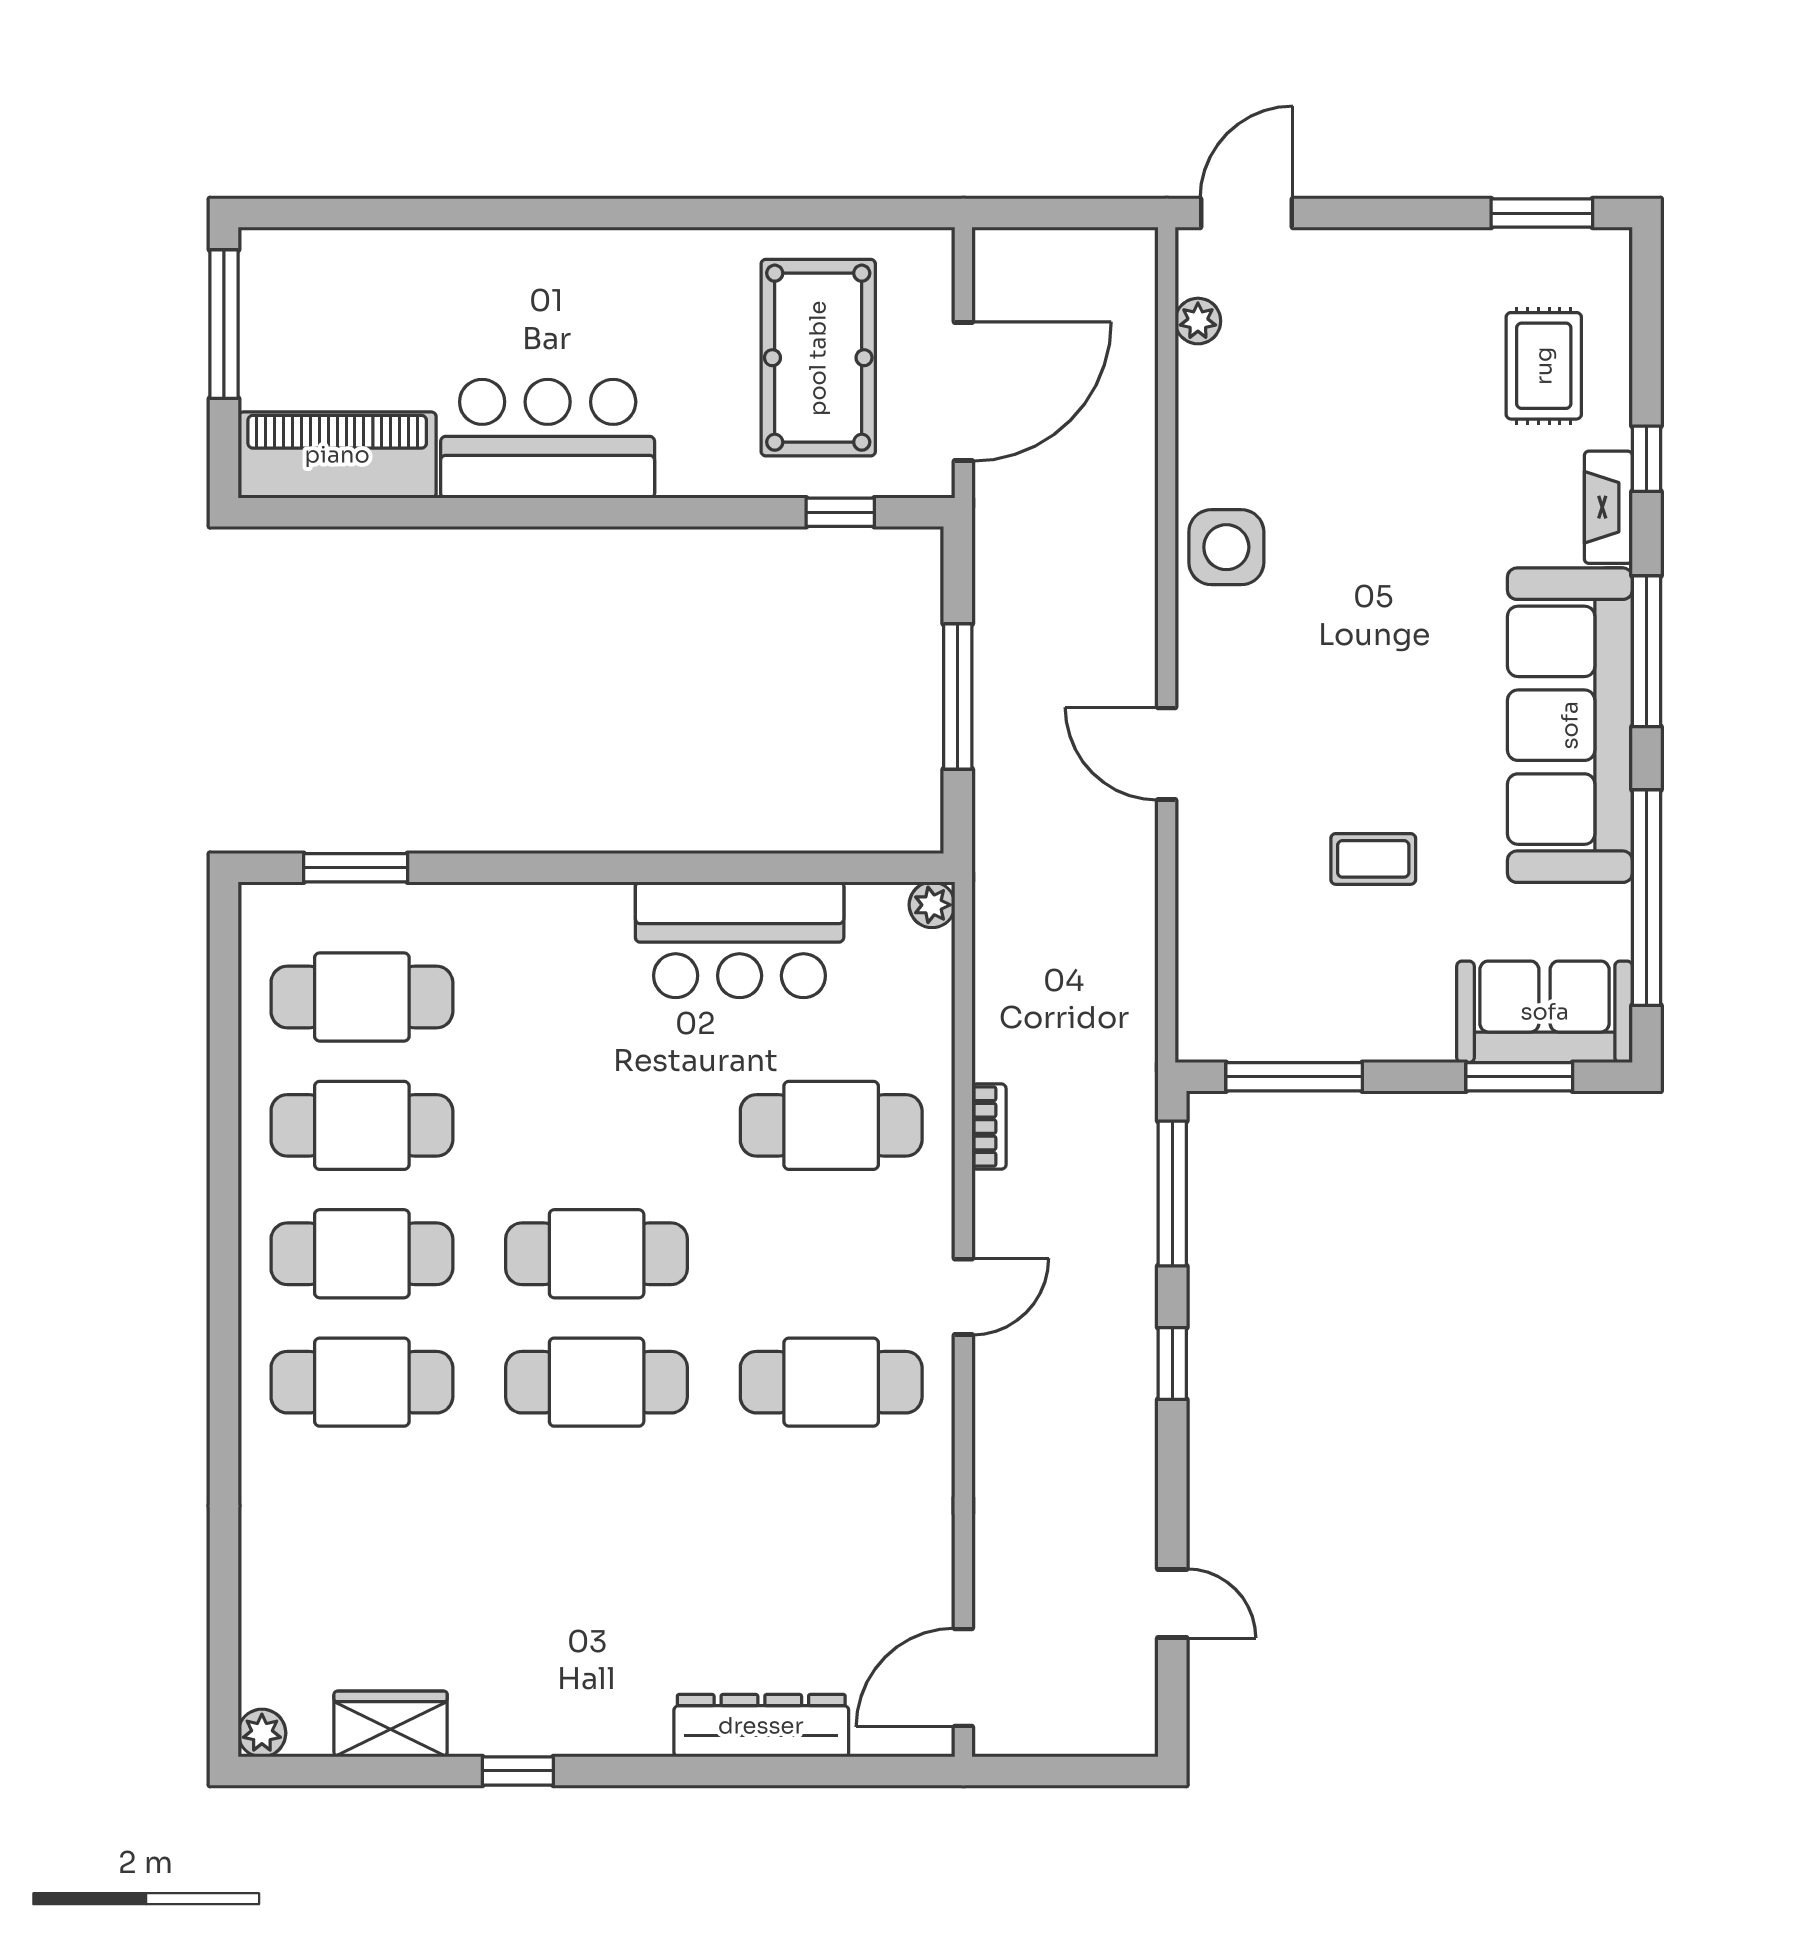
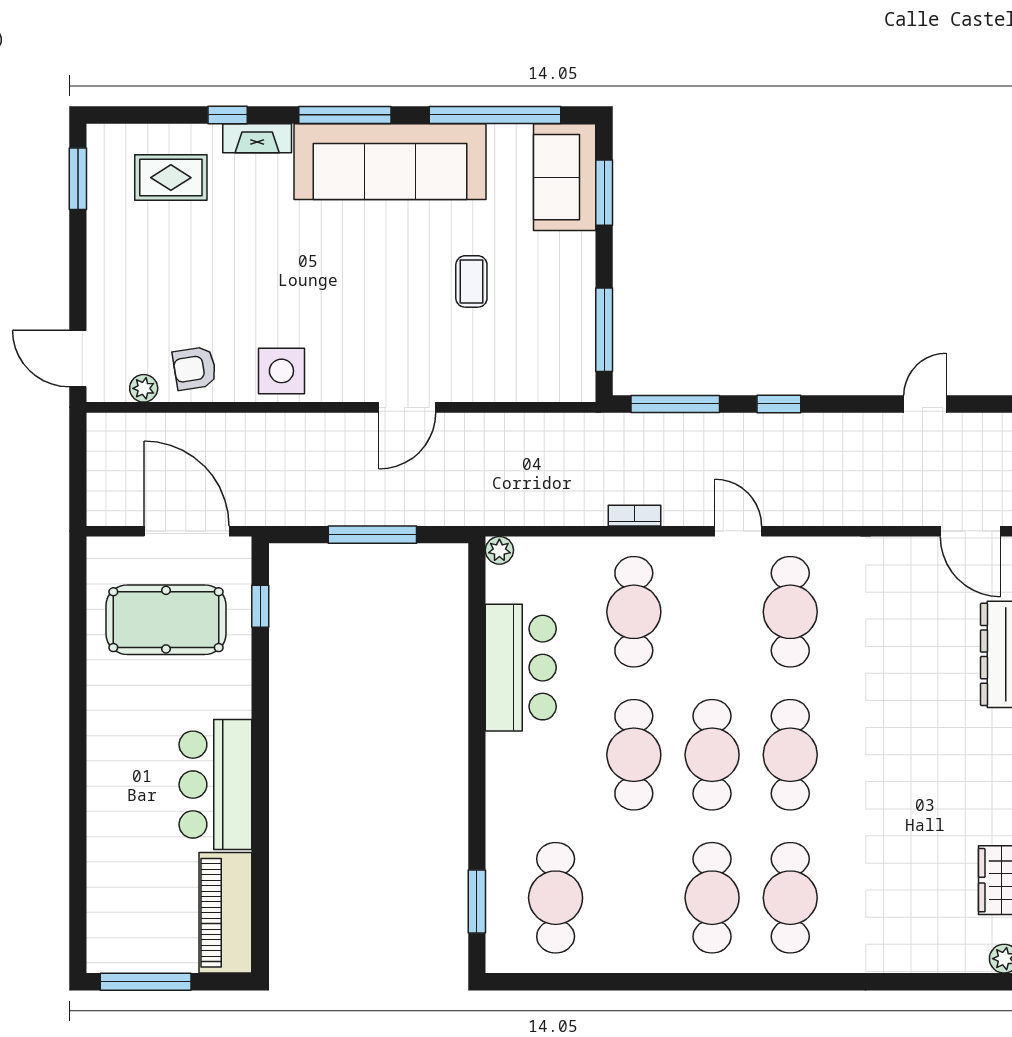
armchair: (1231, 405) -> (195, 368), added
cafe table: (362, 1125) -> (634, 755), moved

